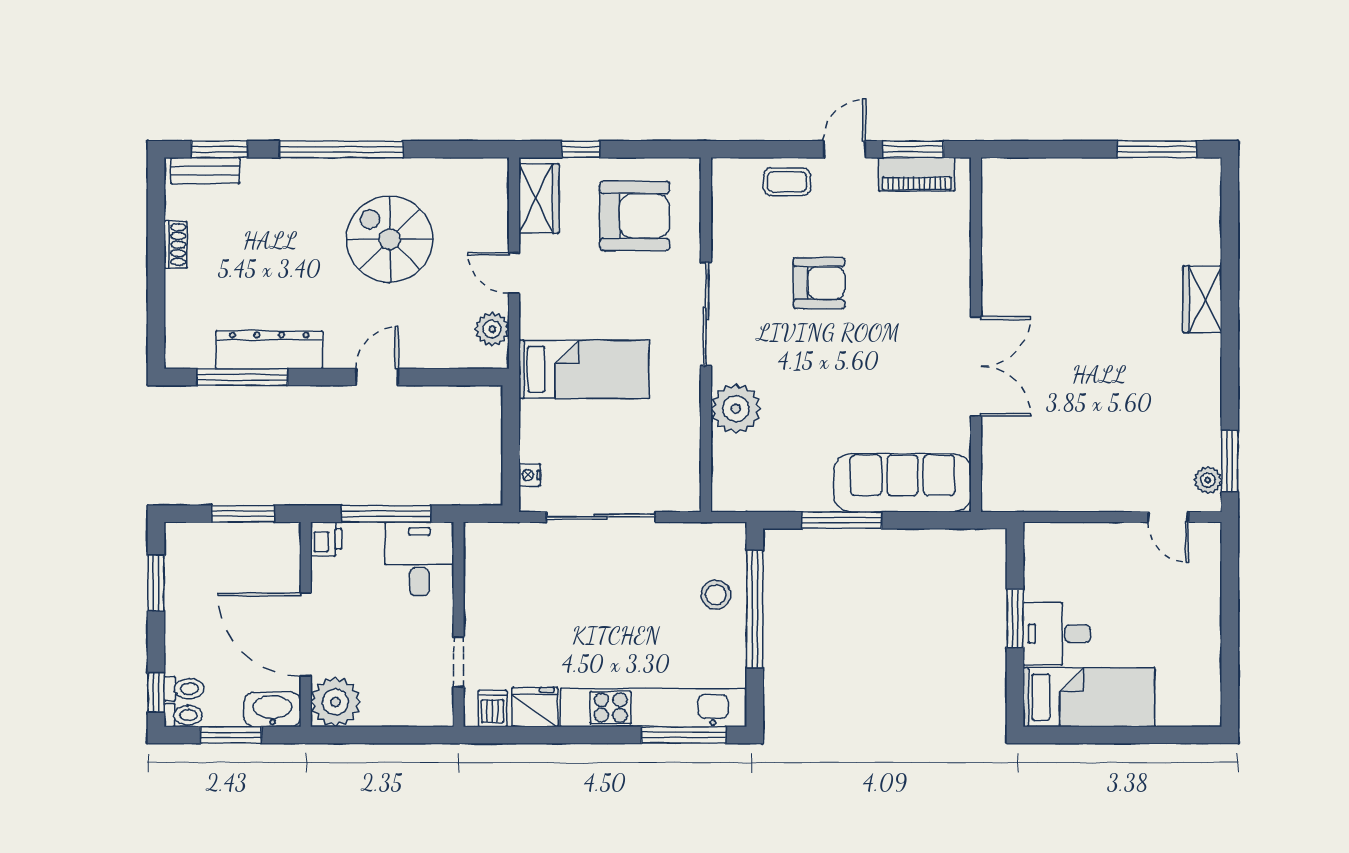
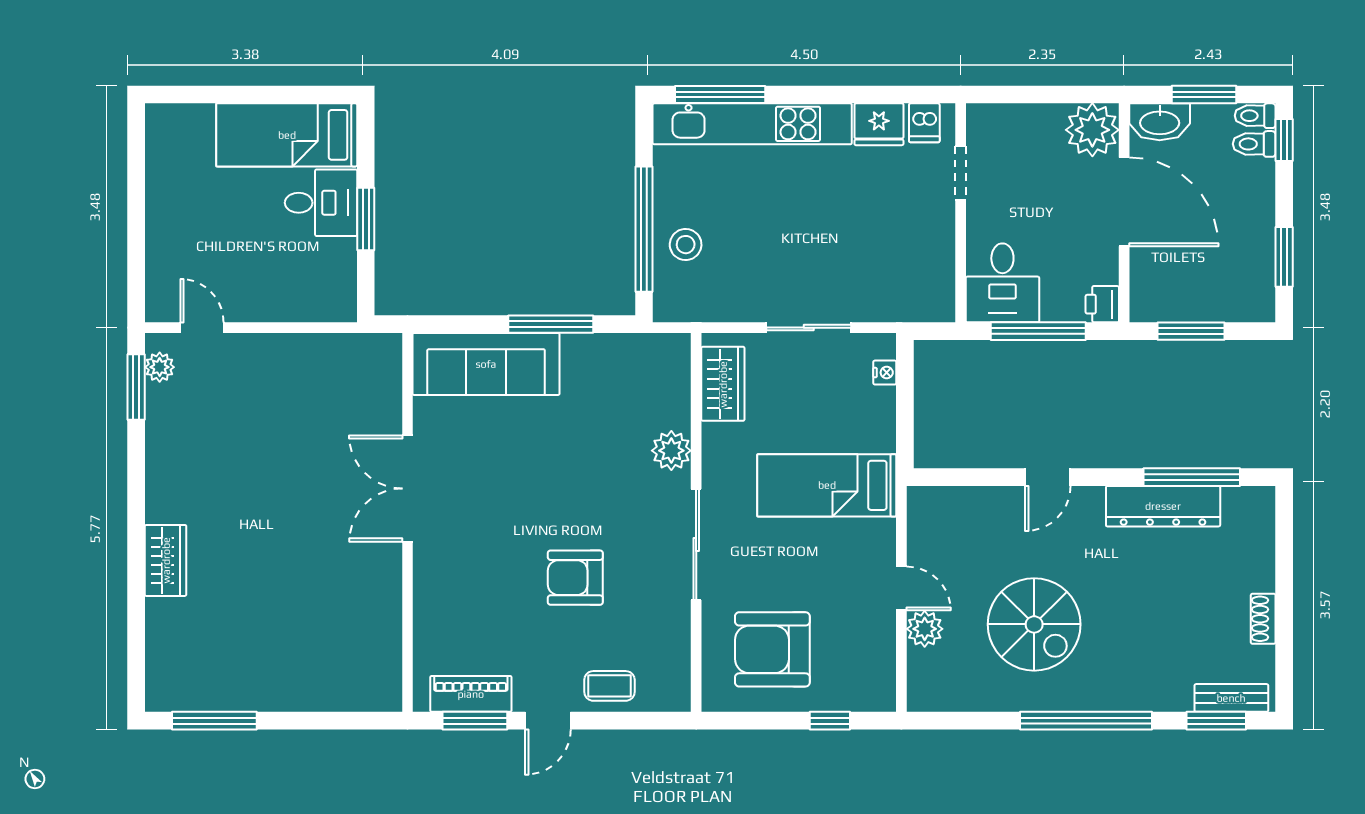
wardrobe: (539, 198) -> (723, 384), moved, turned 180
plant: (492, 329) -> (925, 629), moved
plant: (736, 409) -> (671, 451), width x0.73, depth x0.73
sliding door: (601, 517) -> (809, 328), width x0.73

